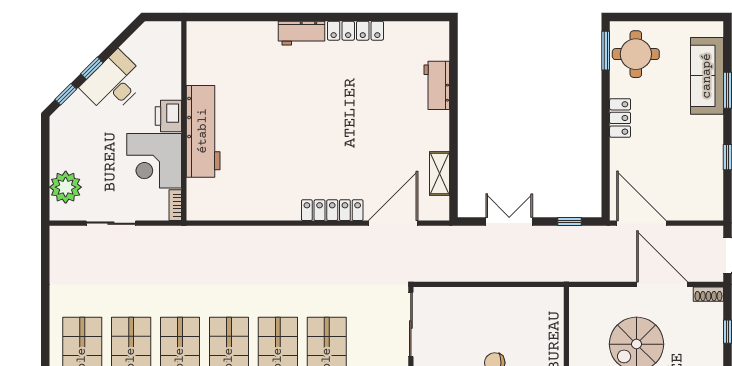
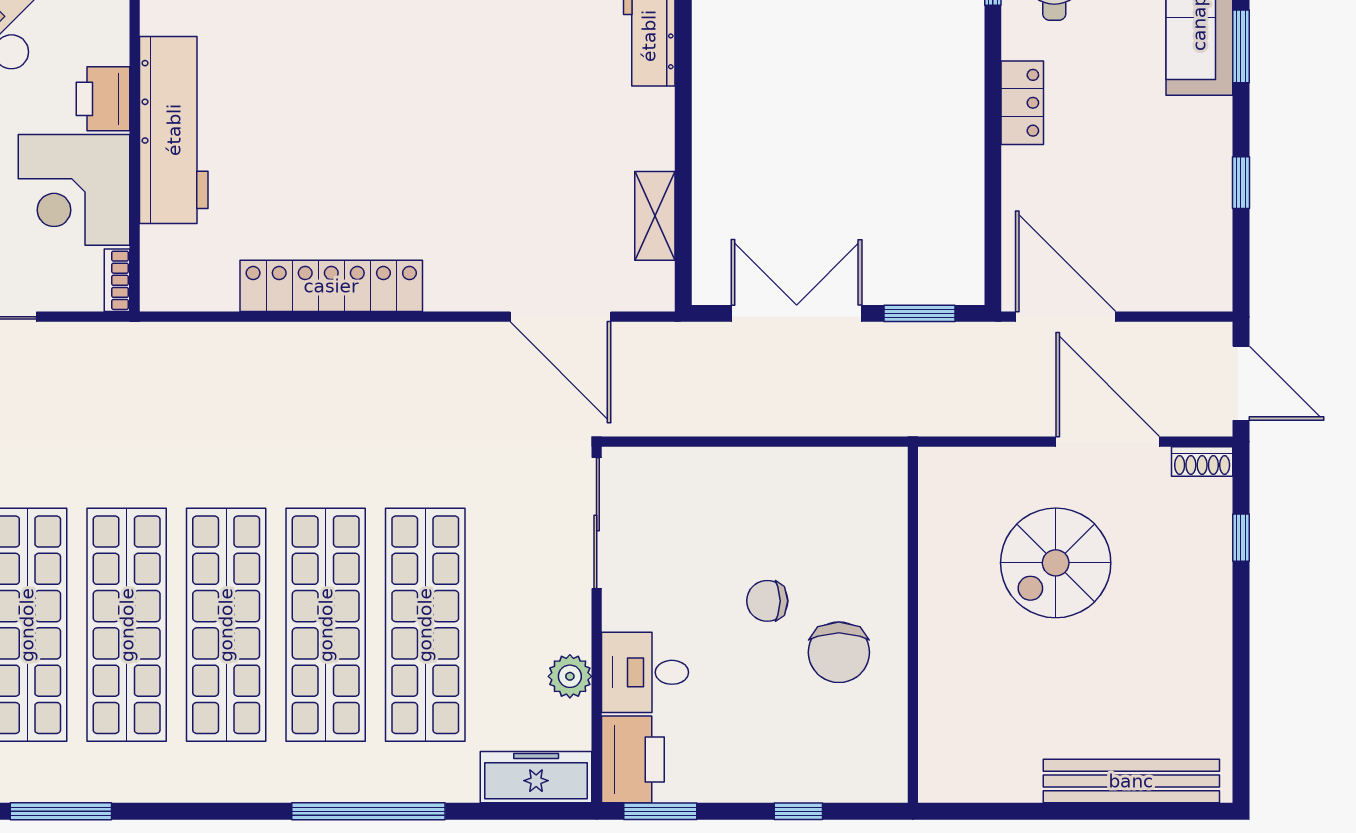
locker: (332, 210) -> (331, 286), moved, width x1.41, depth x1.21
double door: (509, 221) -> (797, 313), width x1.37
window: (570, 221) -> (919, 313), width x1.50
door: (393, 223) -> (560, 317), swing flipped

